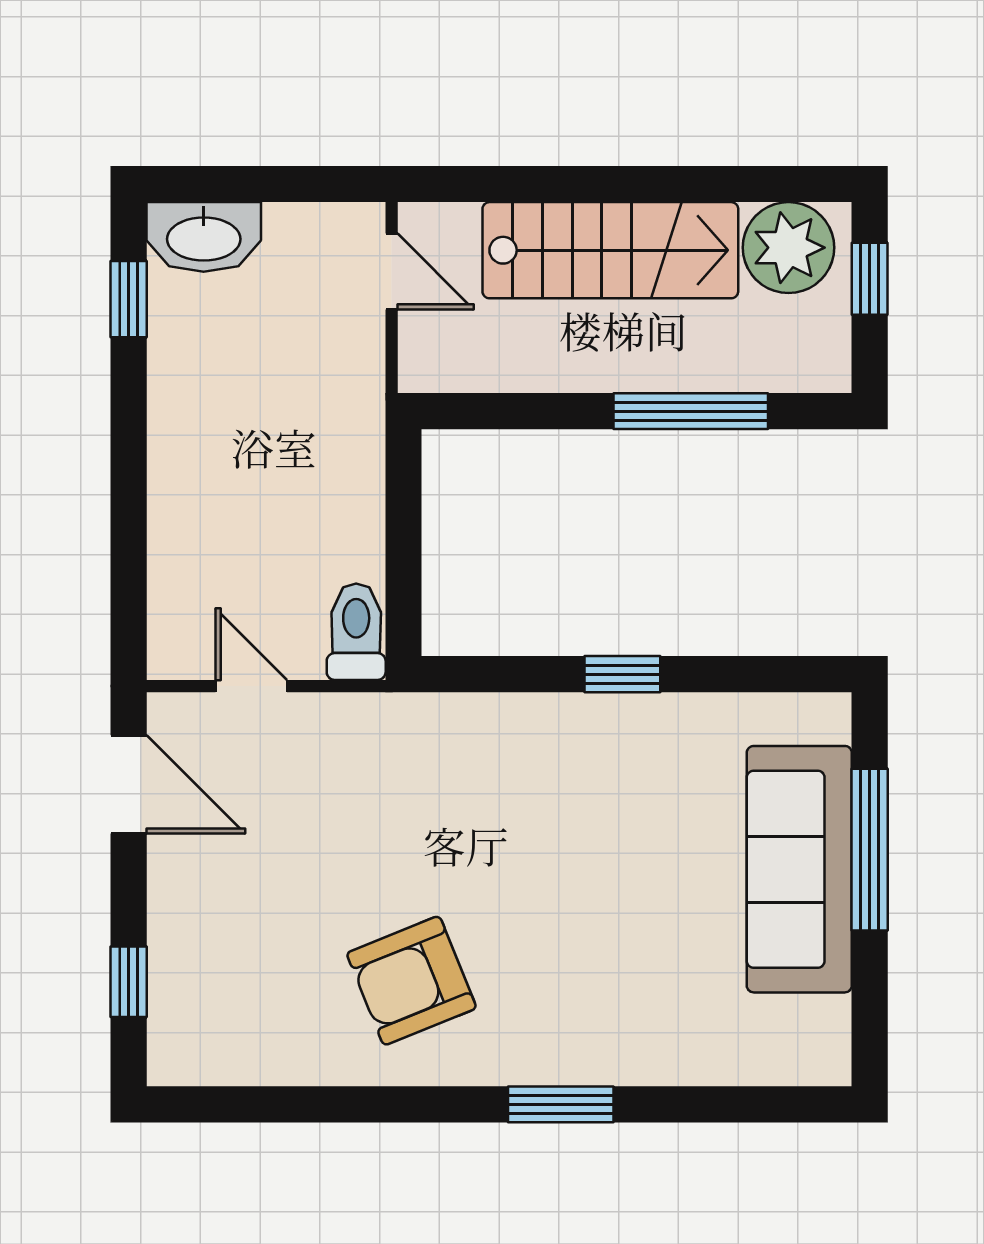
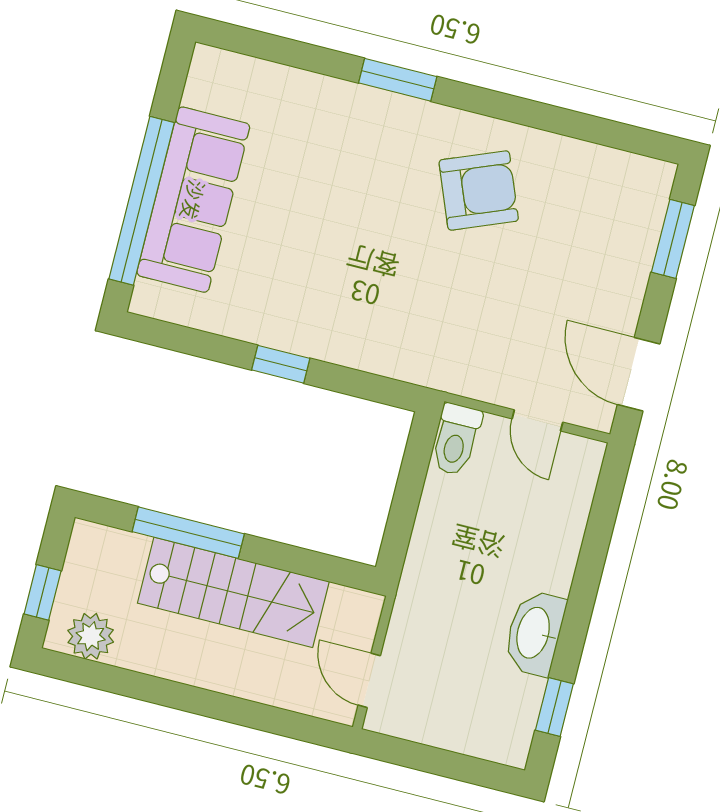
washbasin: (204, 237) -> (535, 633), moved, turned -90
plant: (788, 248) -> (91, 636), width x0.73, depth x0.73
stairs: (610, 250) -> (233, 592), moved, turned 180
window: (870, 850) -> (142, 201), width x1.46
window: (129, 982) -> (673, 239), width x1.50

